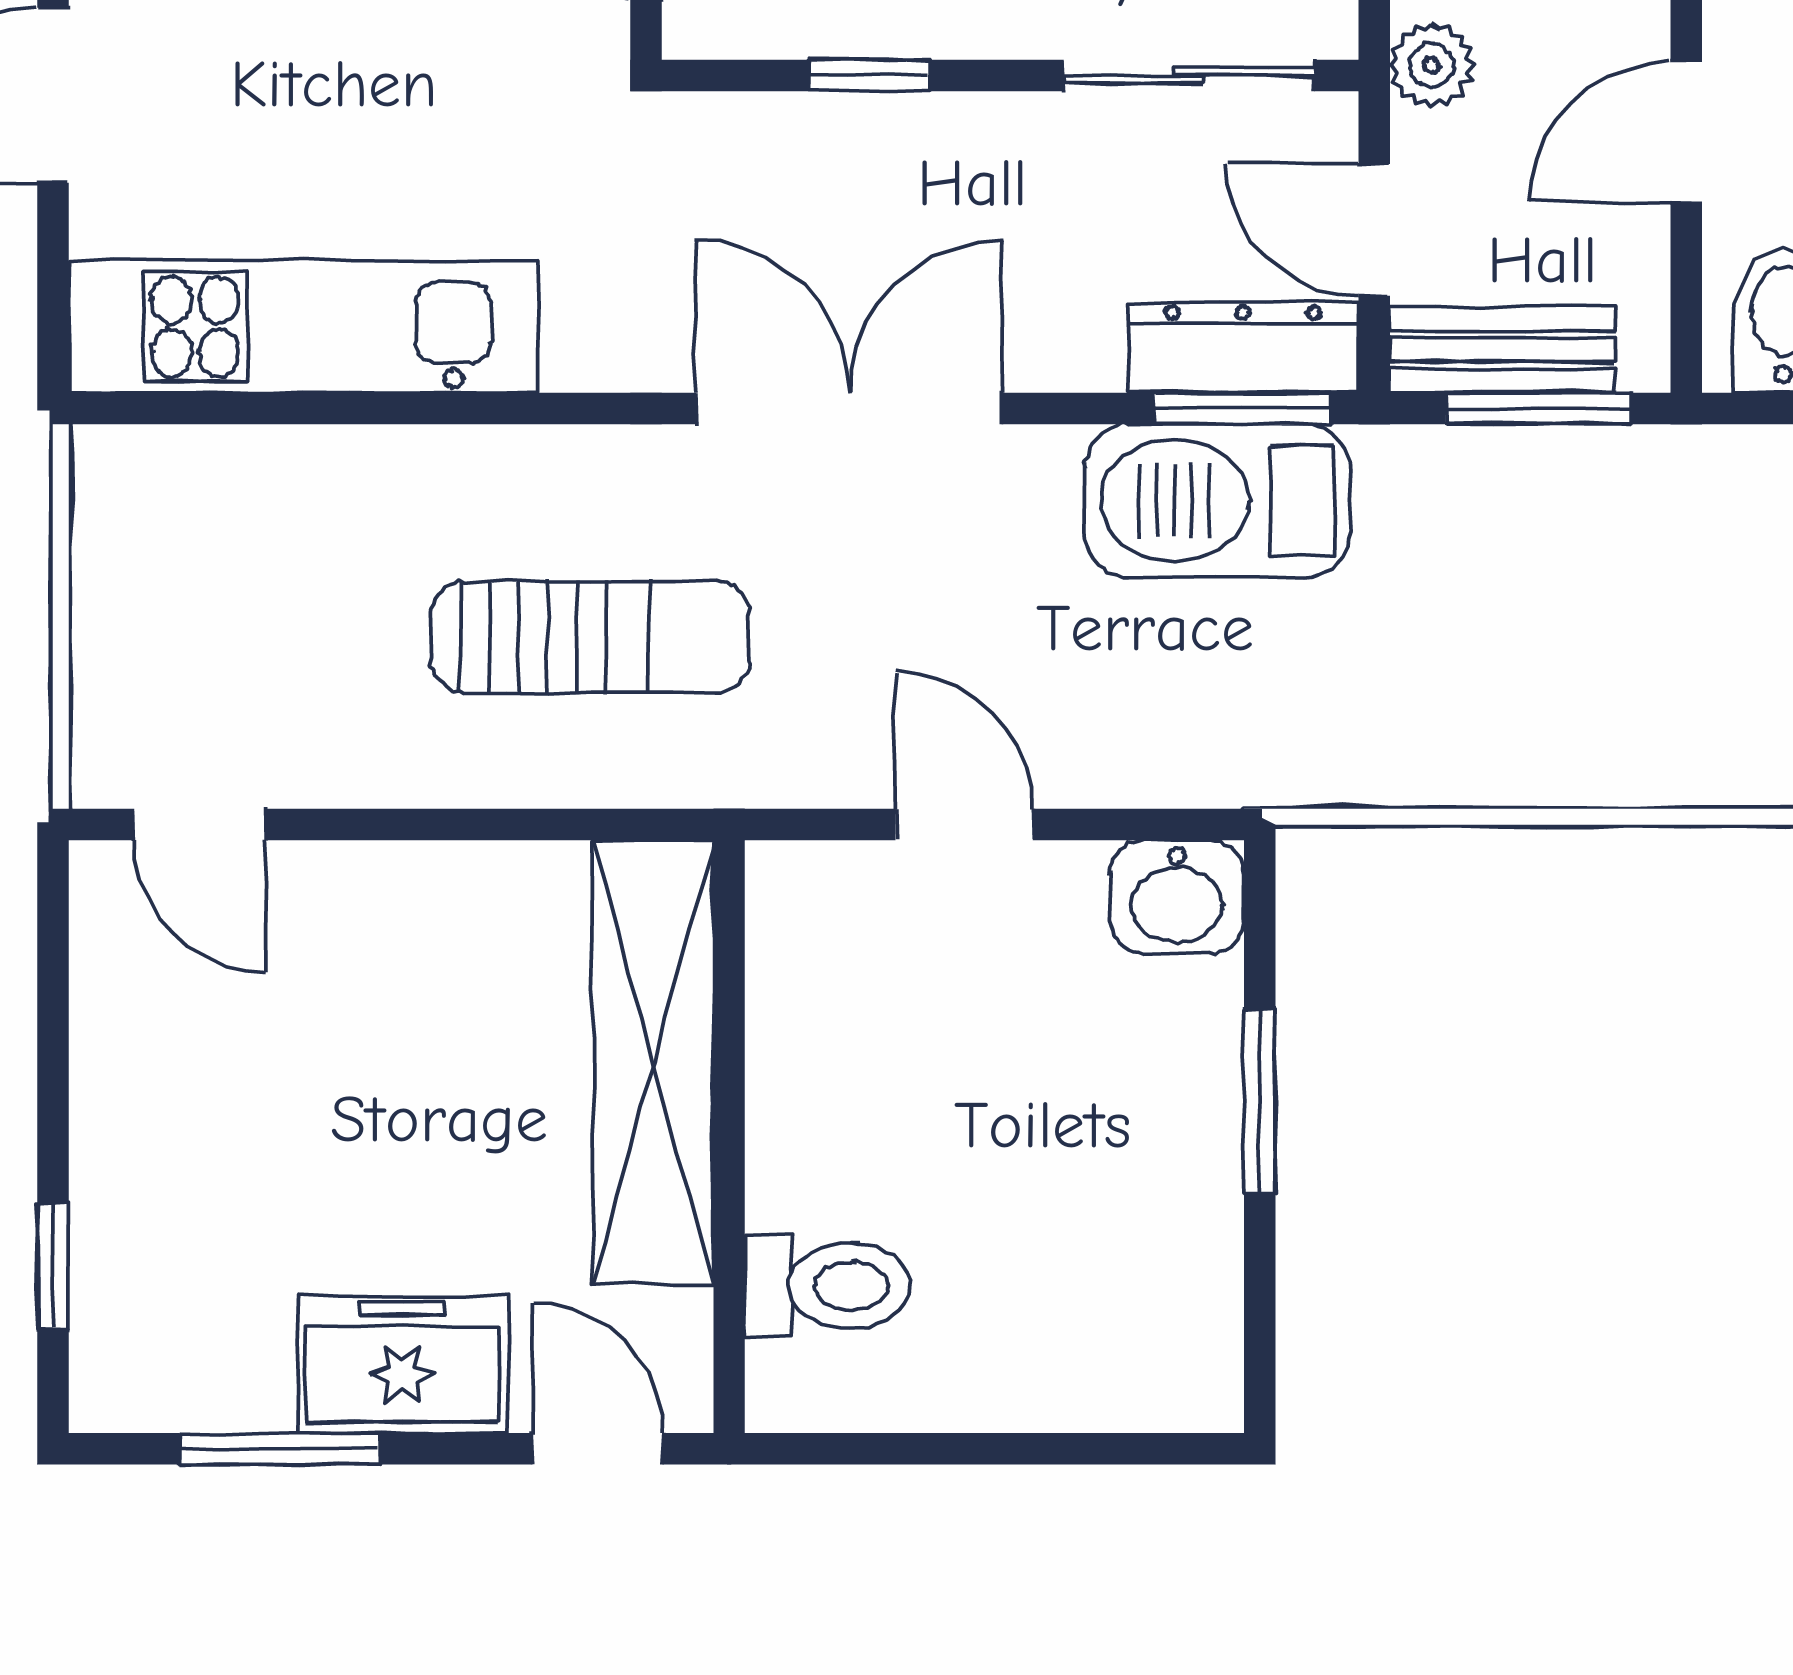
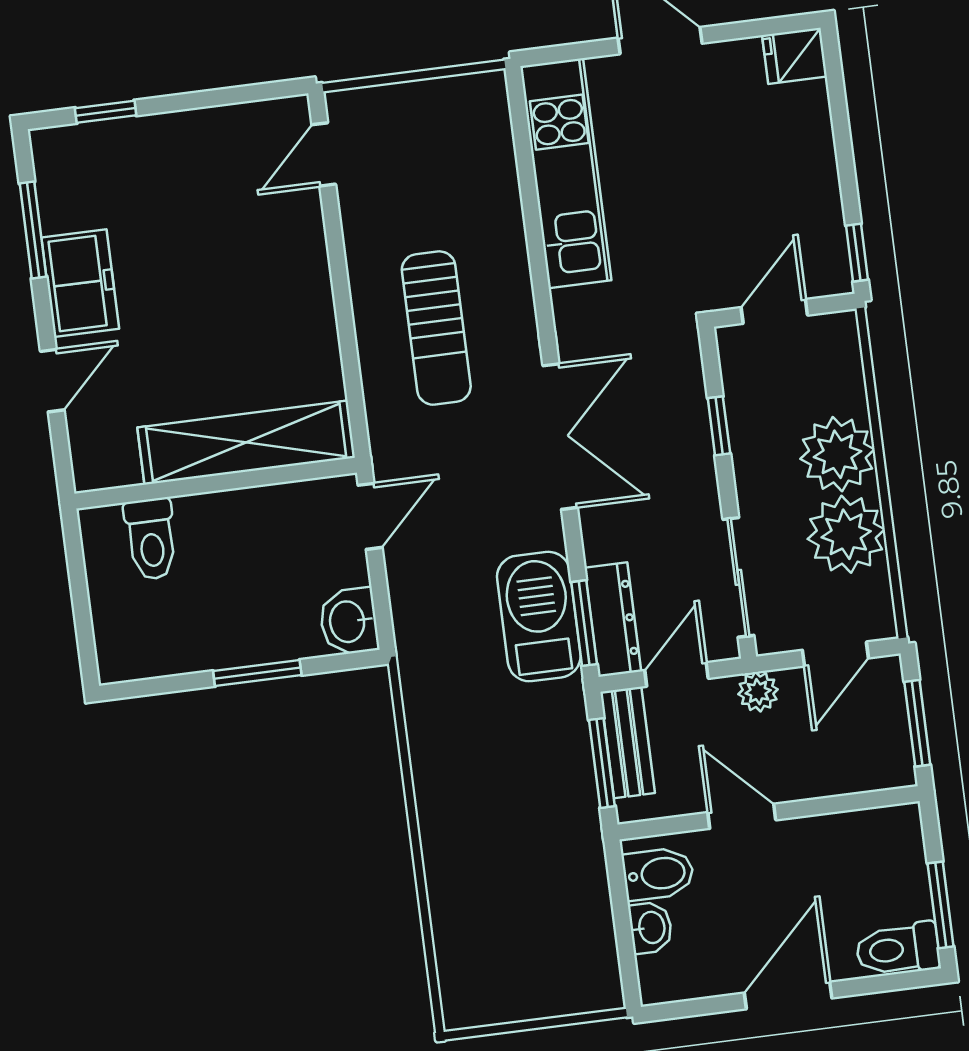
shelving: (653, 1062) -> (246, 443), moved
wall: (729, 1137) -> (216, 483), moved
toilet: (828, 1286) -> (151, 539), moved

